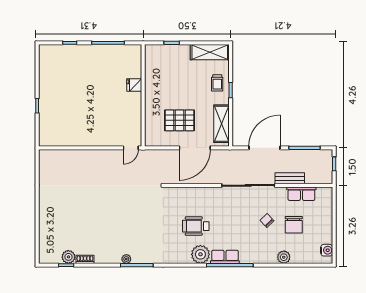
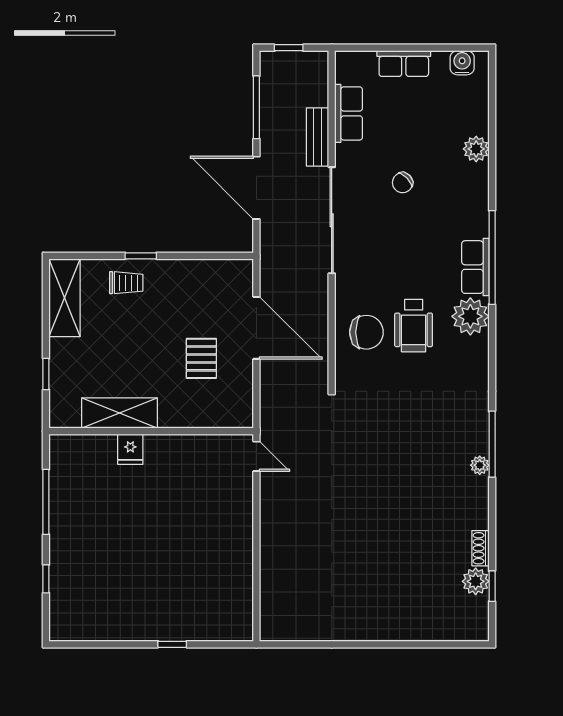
pallet: (179, 120) -> (201, 358), width x0.67, depth x0.71
shelving: (222, 124) -> (119, 413), moved
row of seats: (326, 221) -> (404, 64), added
chair: (294, 225) -> (366, 332), moved

